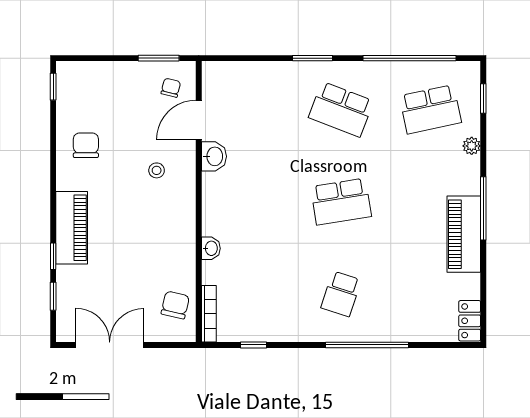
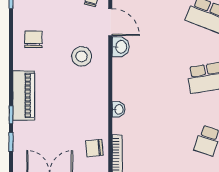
door: (199, 120) -> (110, 22), swing flipped
stool: (157, 170) -> (82, 56), width x1.89, depth x1.89
chair: (175, 305) -> (94, 148), turned -108

